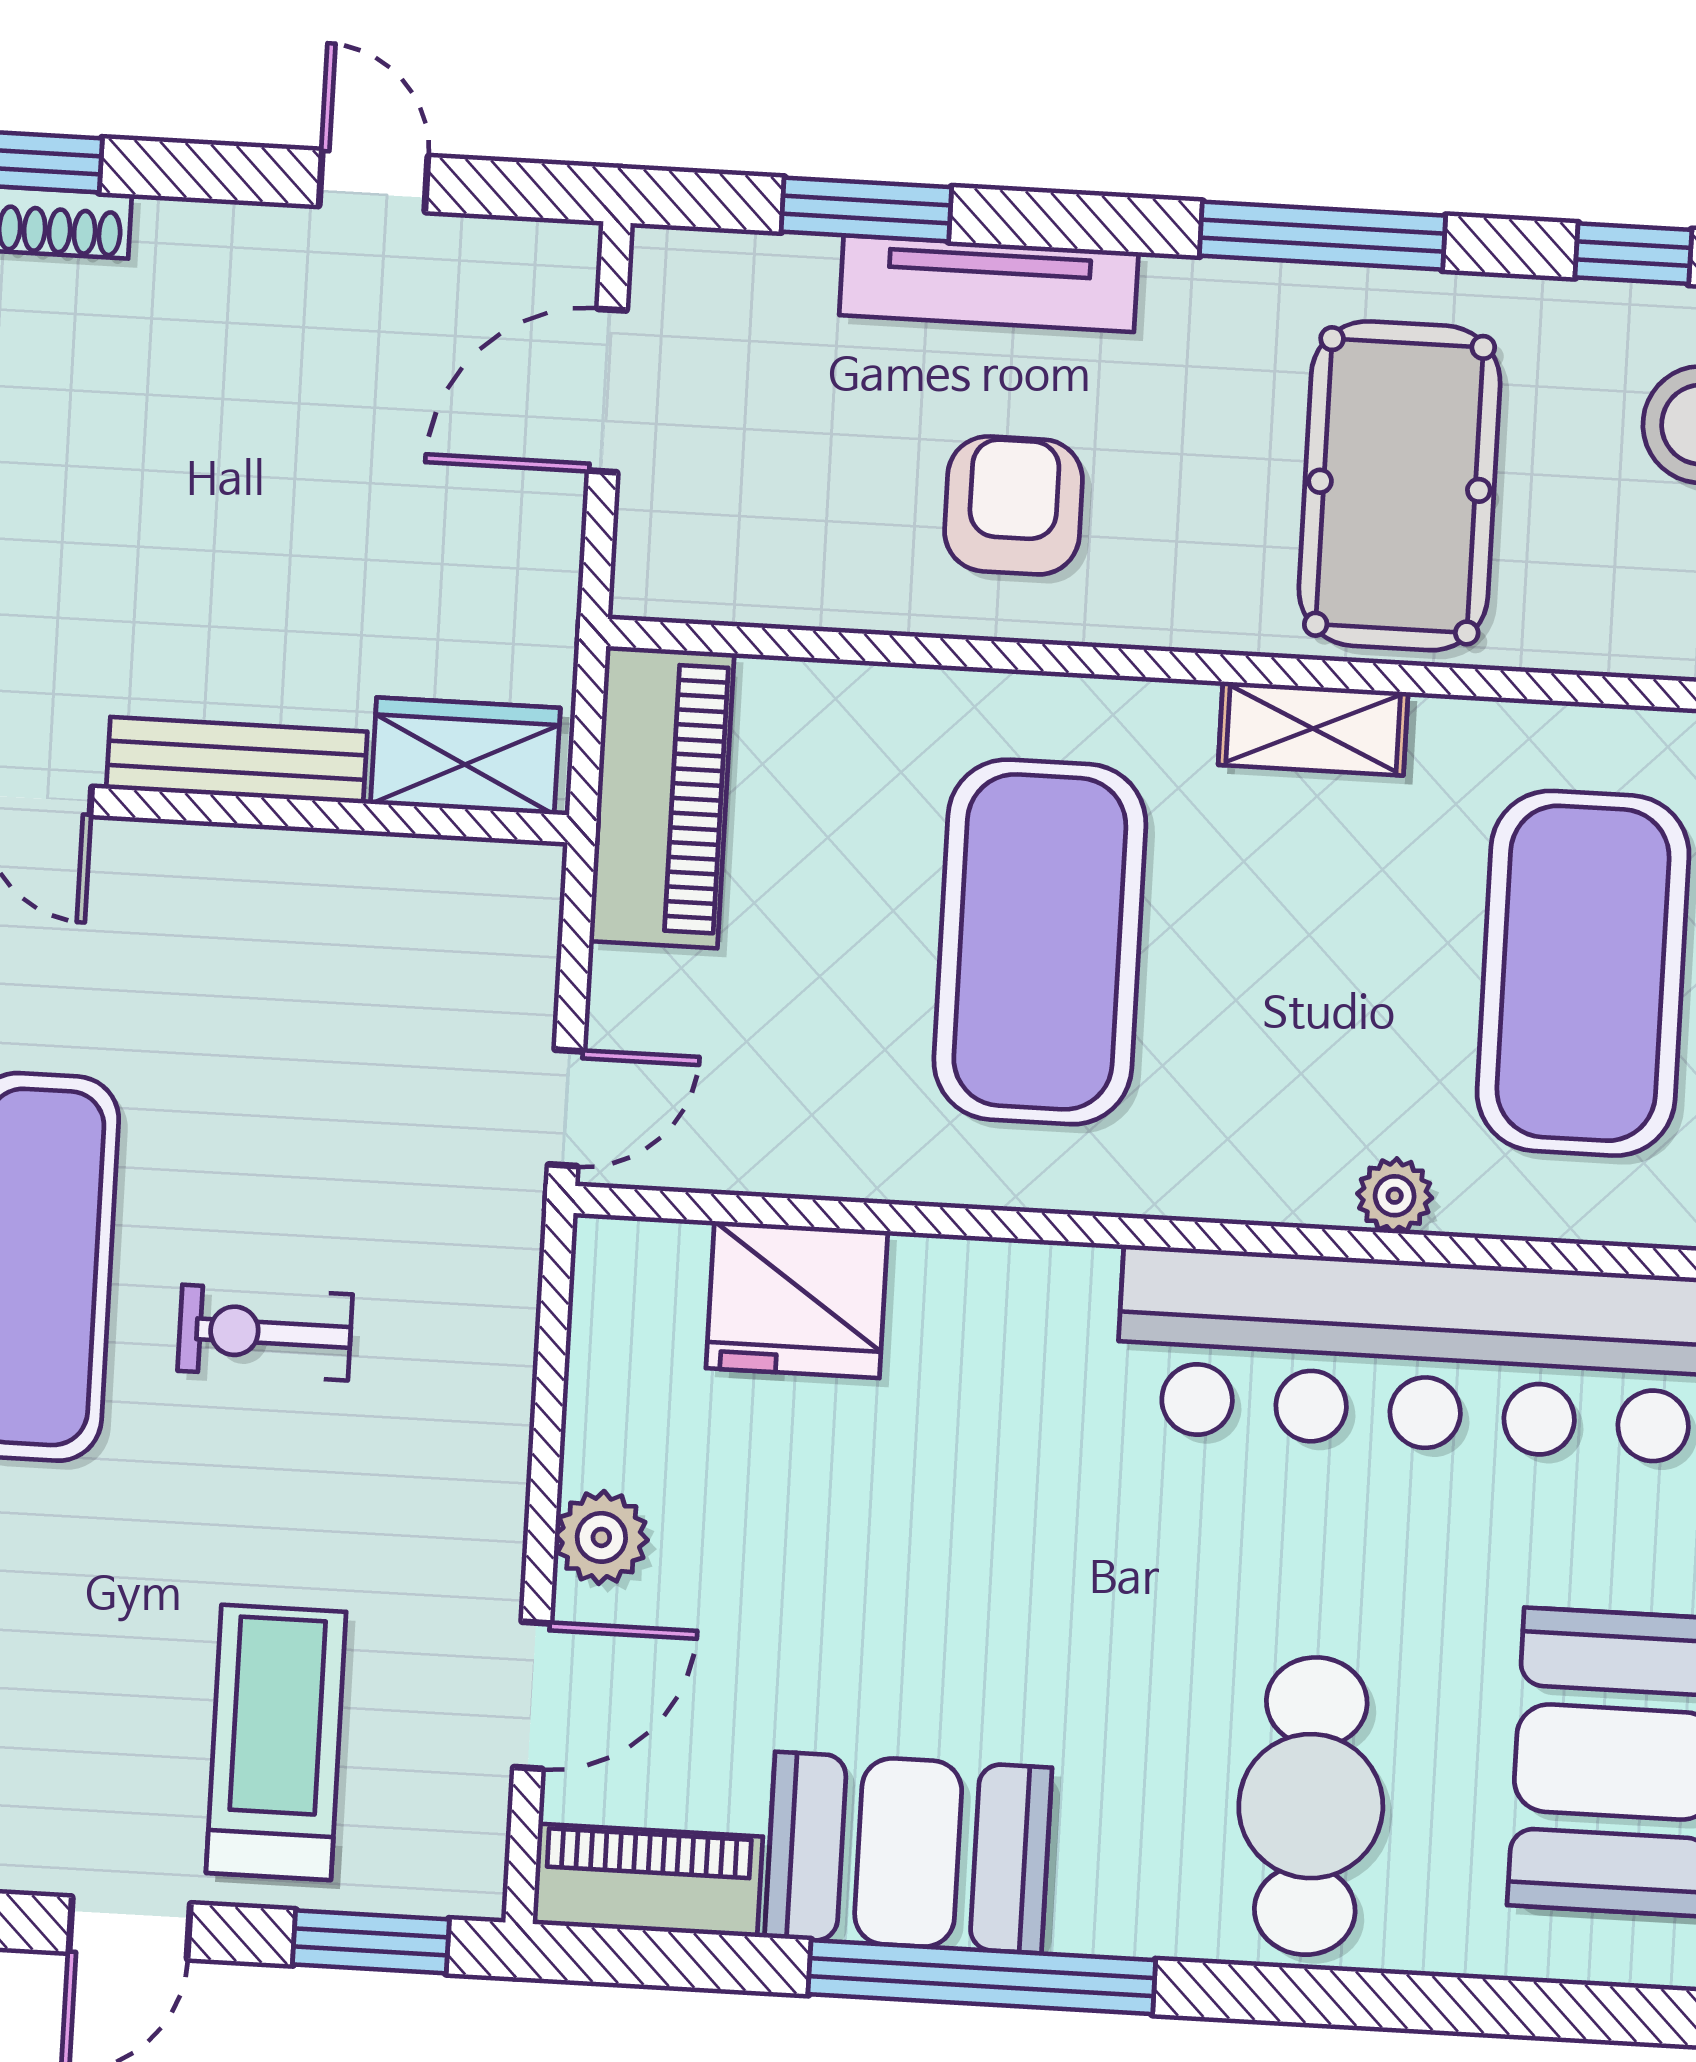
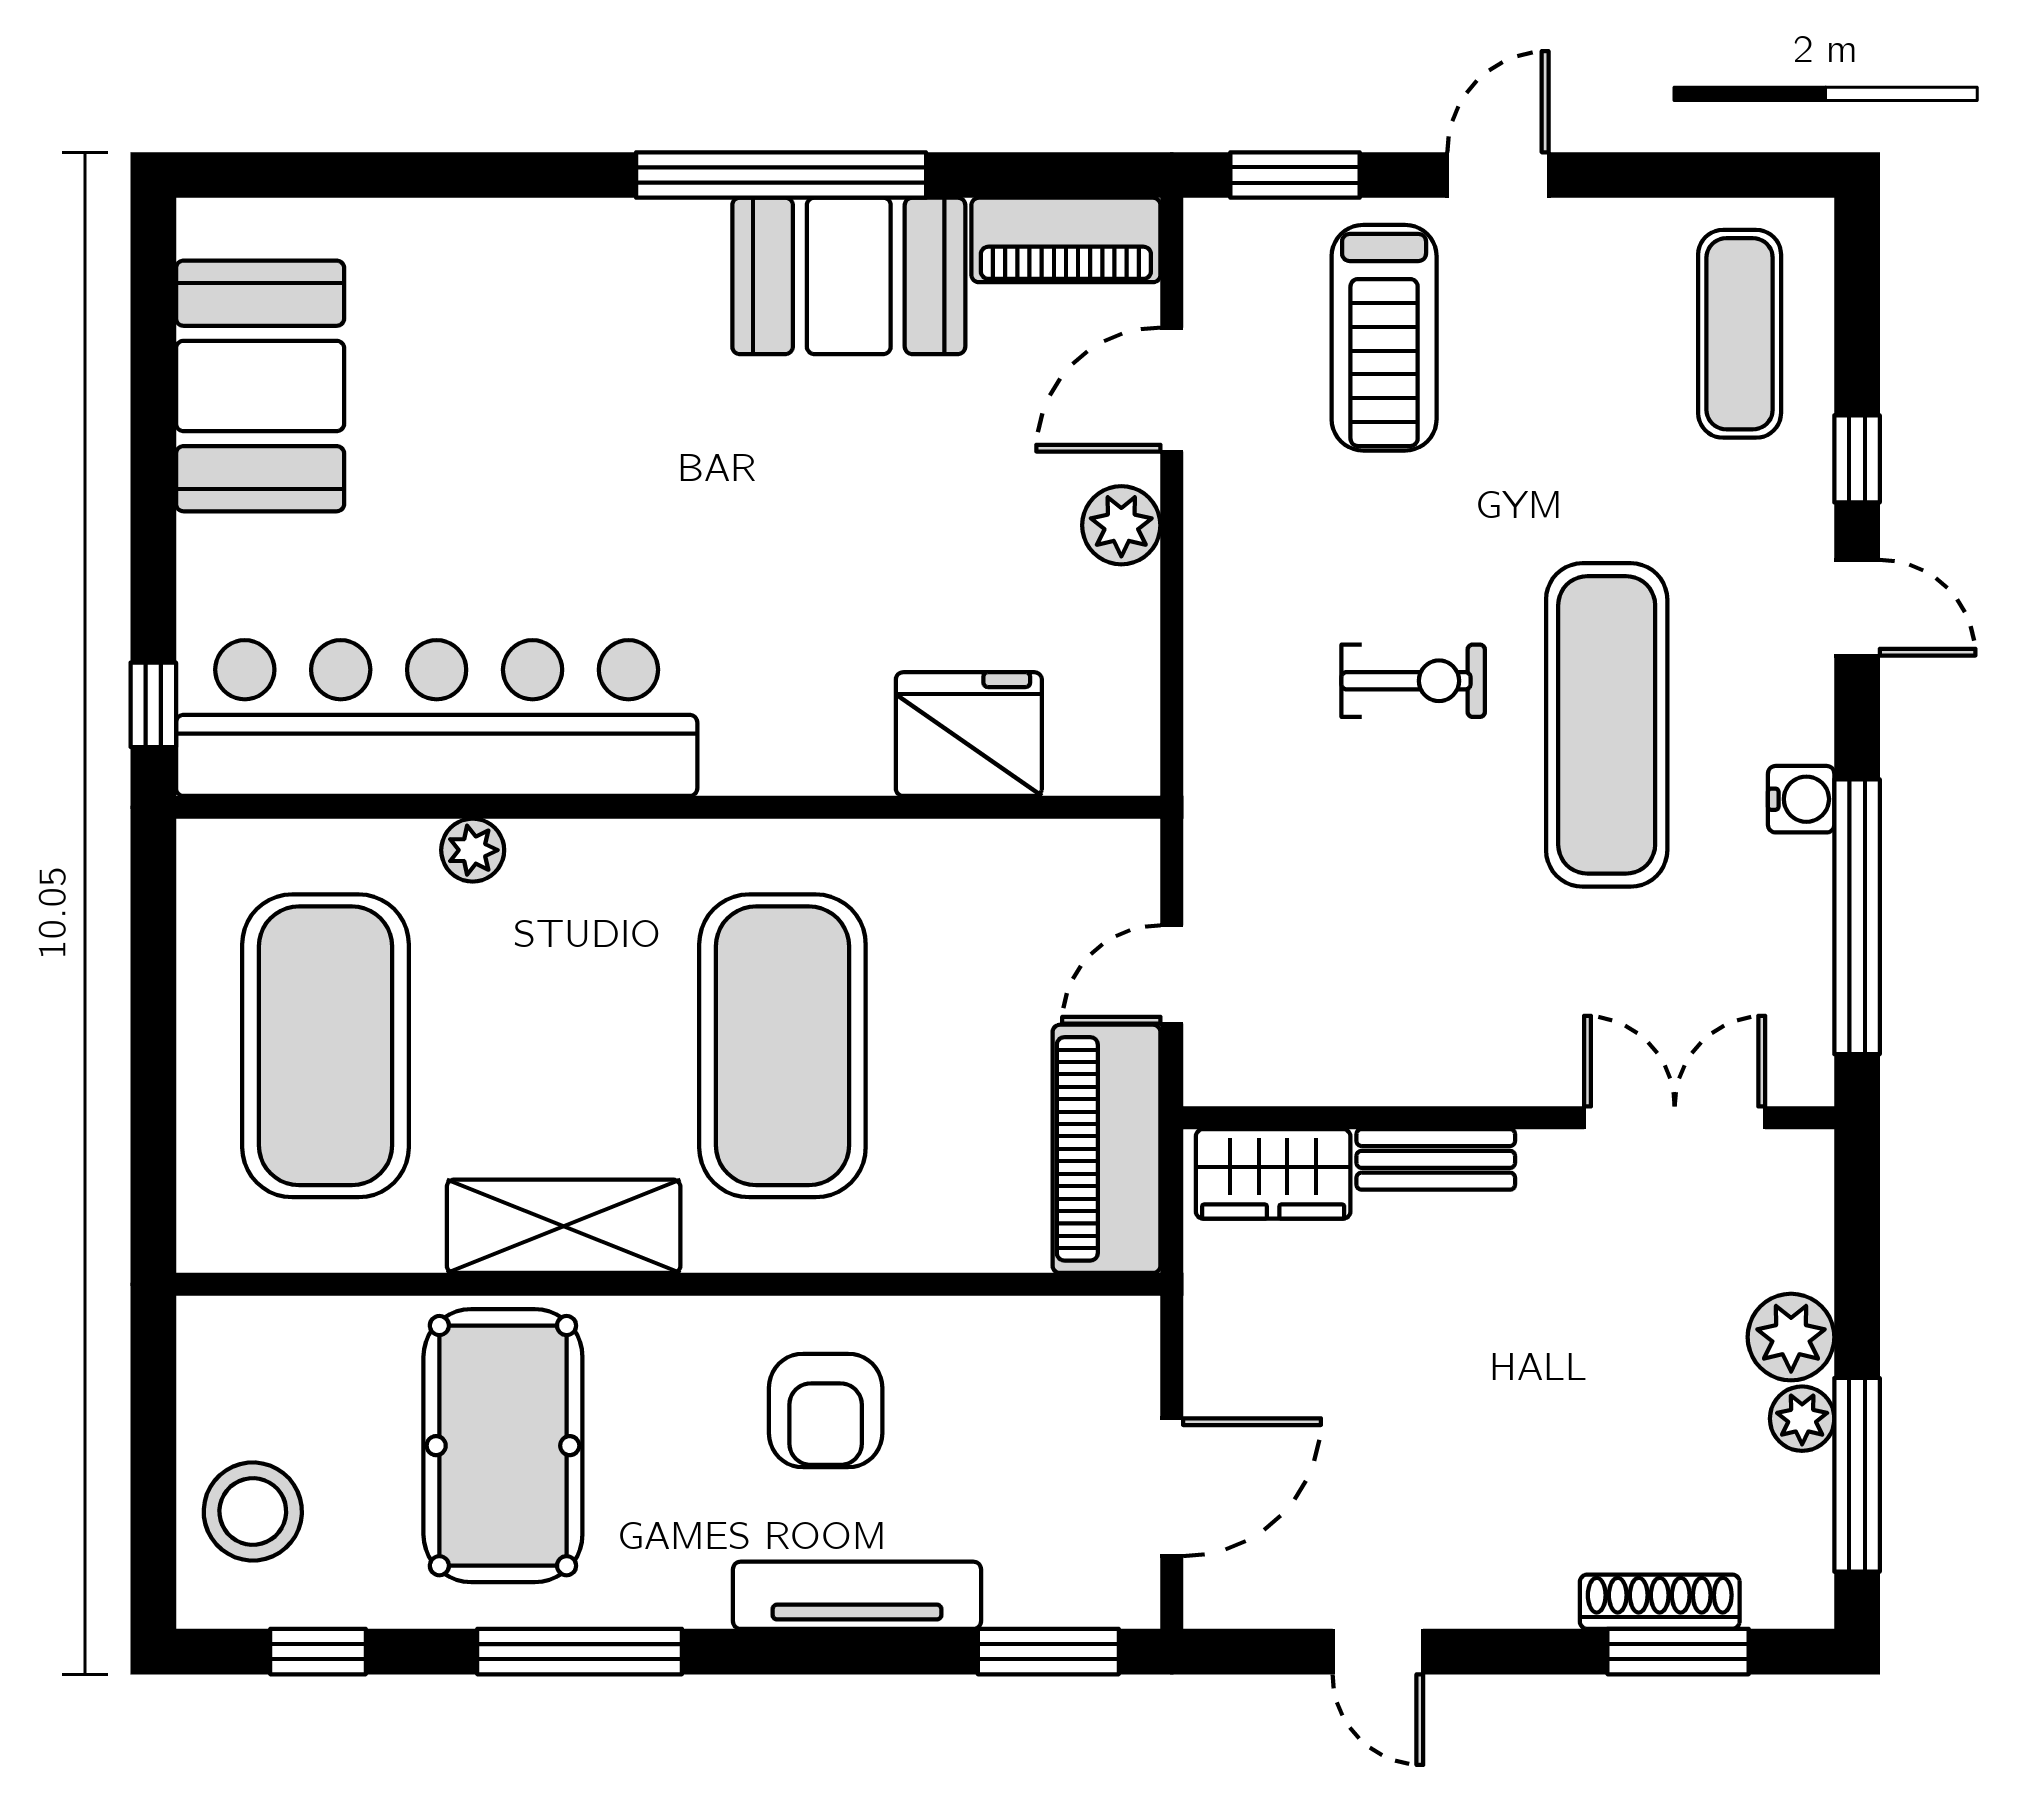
window: (866, 209) -> (1048, 1652), moved
shelving: (1313, 729) -> (564, 1226), width x1.50, depth x1.33
bench: (237, 760) -> (1436, 1159), width x0.73
door: (566, 1108) -> (1172, 974), moved
cafe table: (1311, 1806) -> (513, 334), removed

